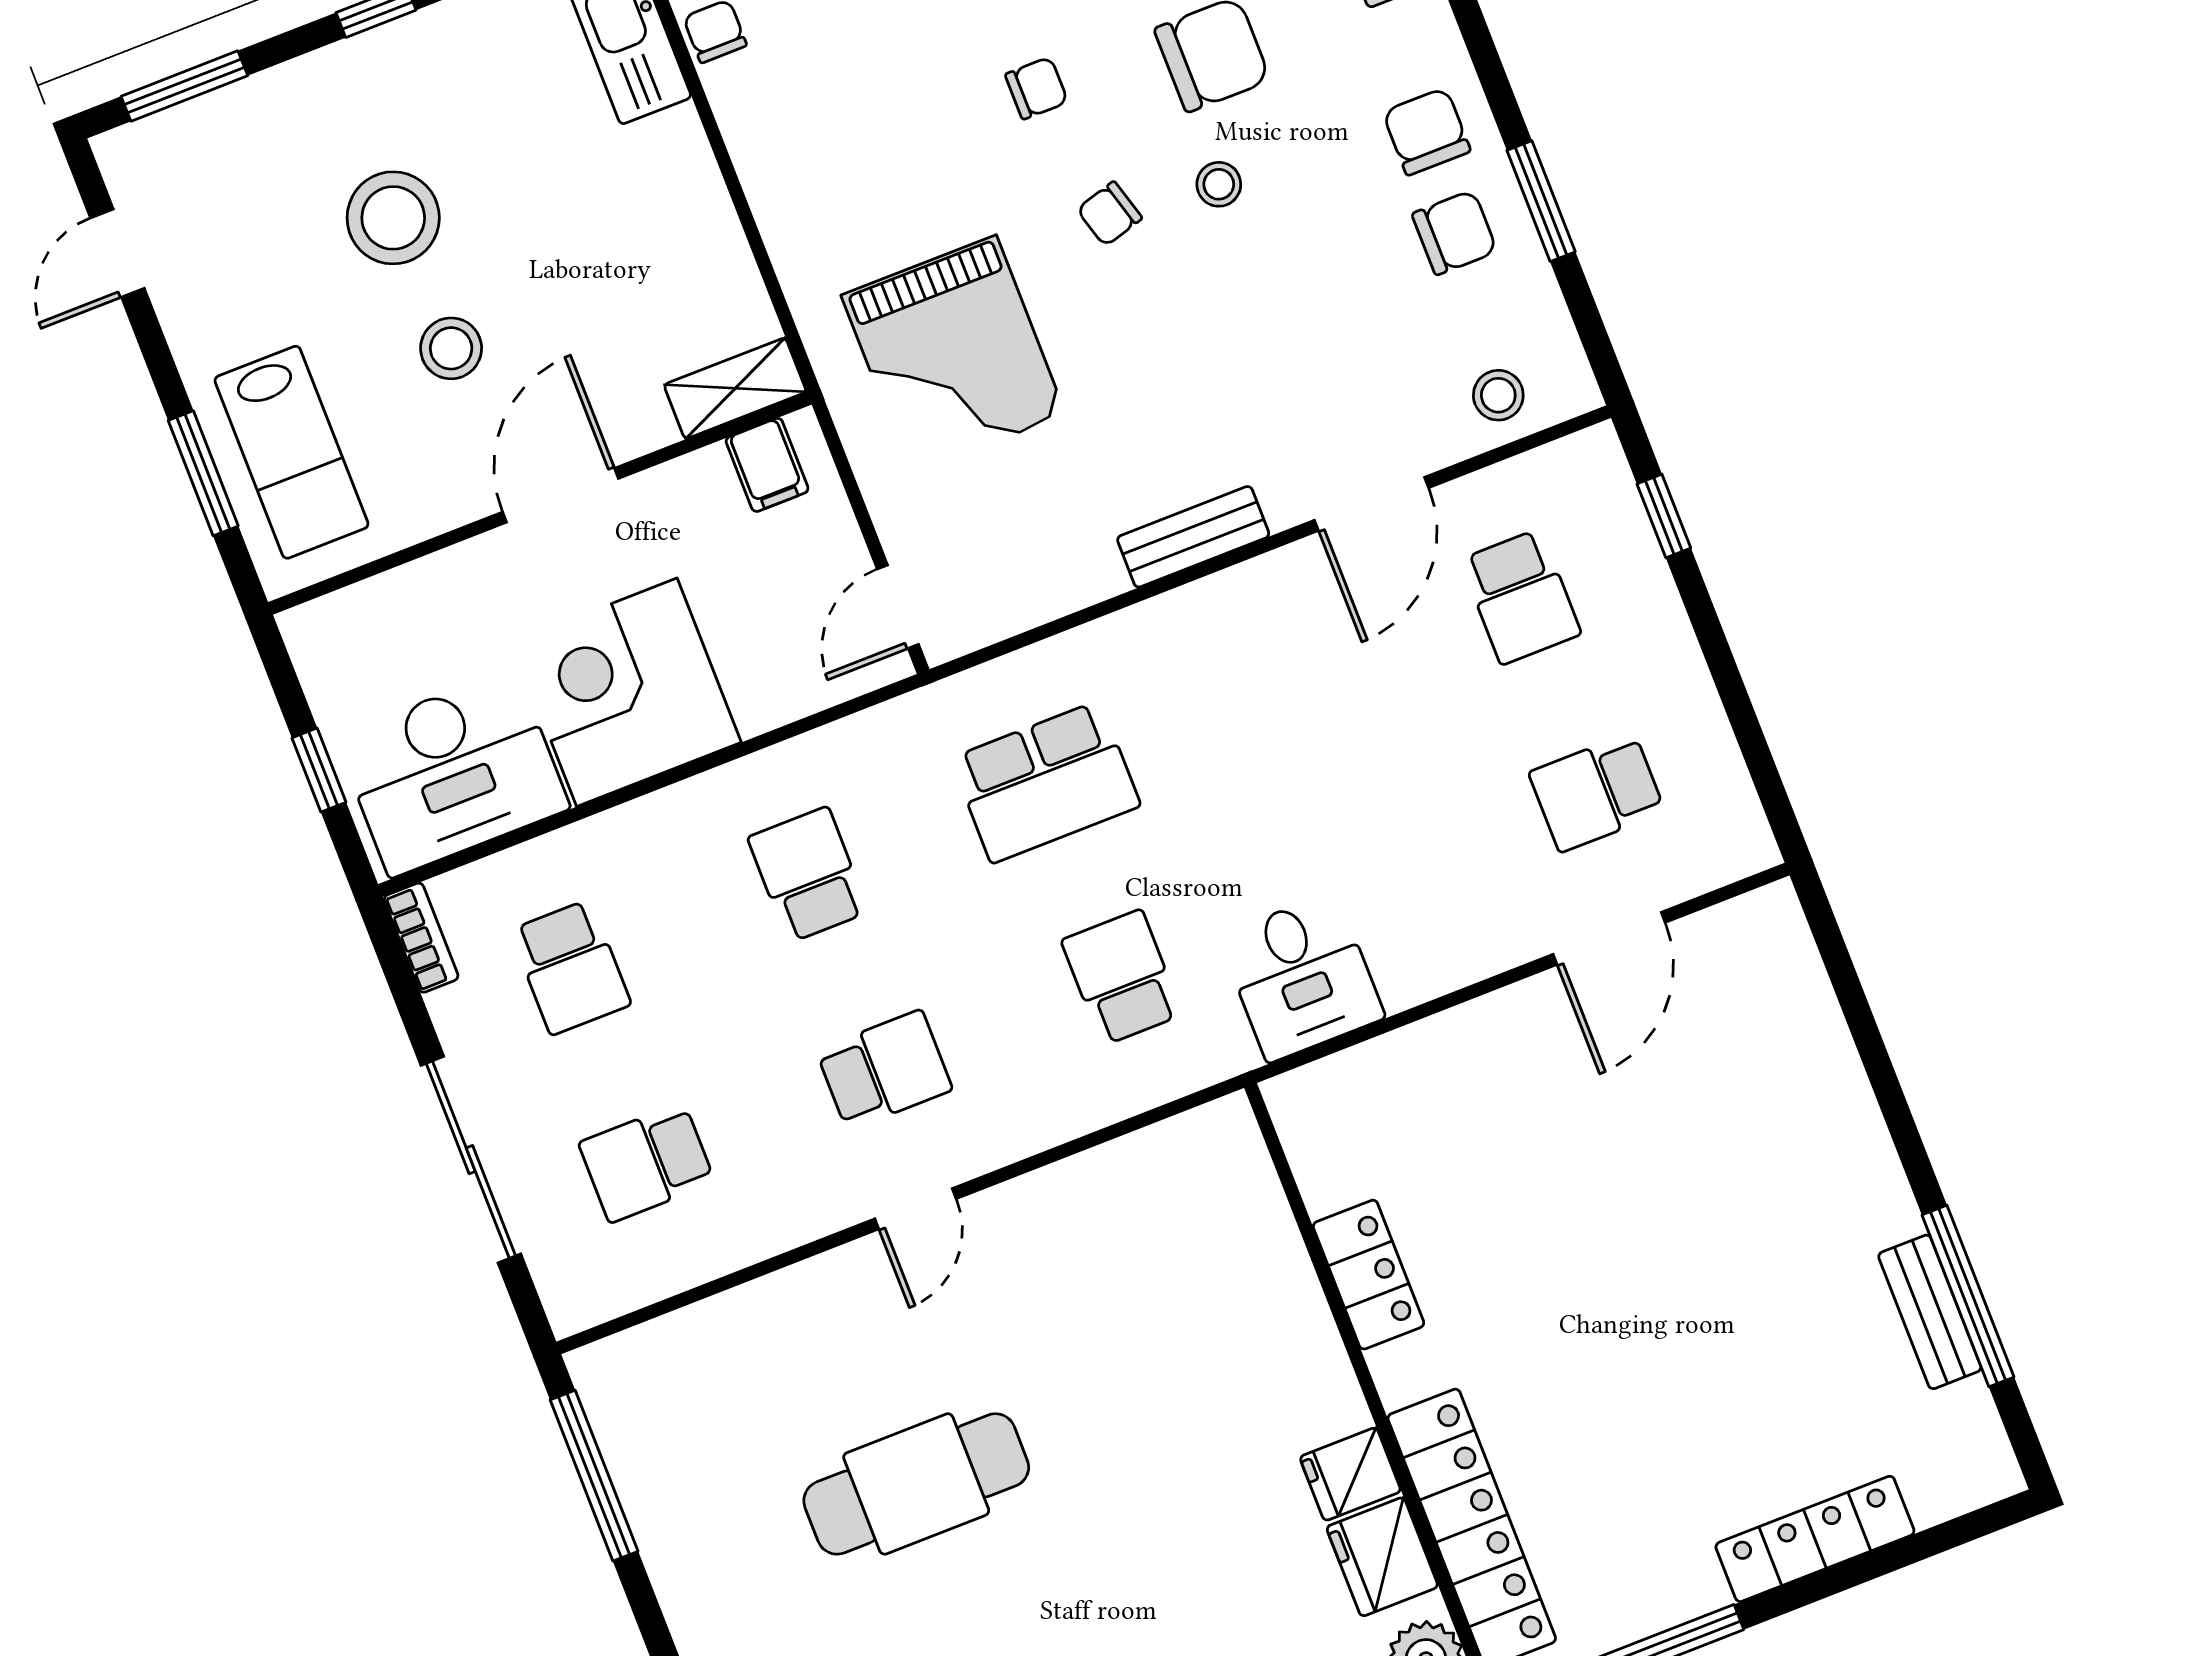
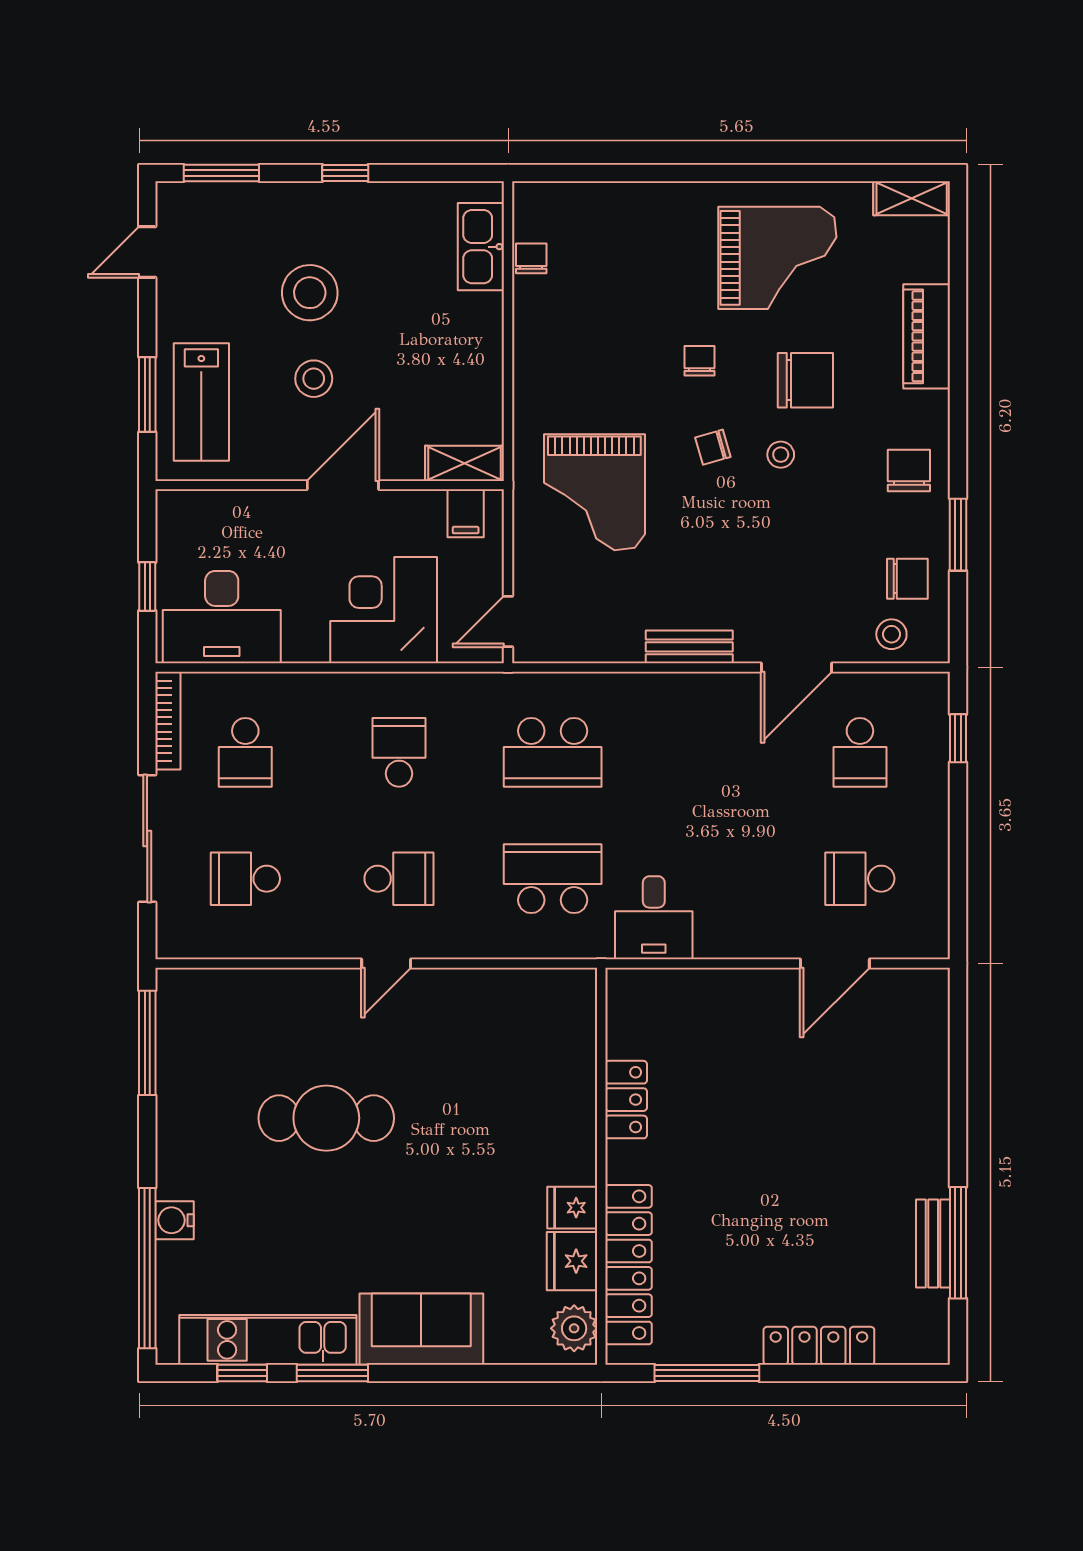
chair: (1037, 88) -> (699, 361), turned -90
chair: (1455, 233) -> (907, 579), moved
corner desk: (627, 692) -> (384, 610), moved
bookcase: (421, 938) -> (168, 721), width x1.56
school desk: (1122, 977) -> (553, 879), width x1.85

